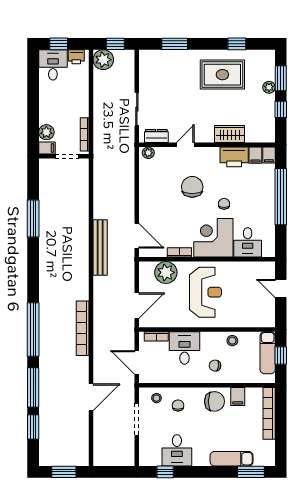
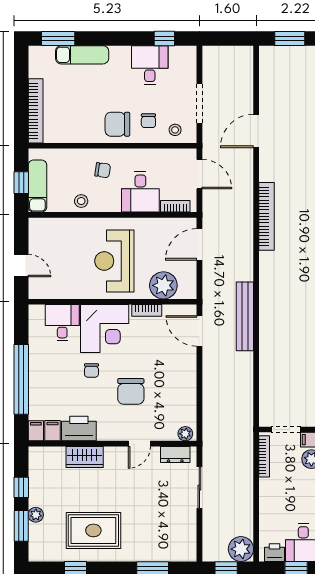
filing cabinet: (238, 396) -> (74, 132), removed
chair: (214, 401) -> (117, 124), moved

